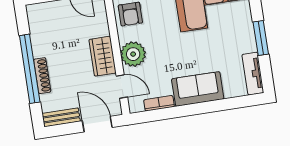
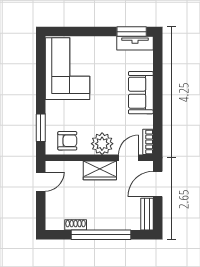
window: (261, 38) -> (132, 32), moved
shoe rack: (42, 76) -> (76, 225), moved, width x0.70
bookcase: (159, 103) -> (148, 142), moved

